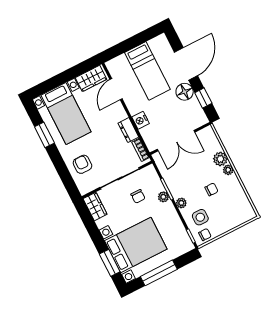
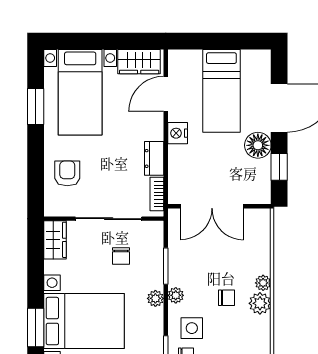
nightstand: (141, 120) -> (178, 133), moved
plant: (220, 159) -> (260, 303), moved
plant: (163, 197) -> (155, 298), moved

